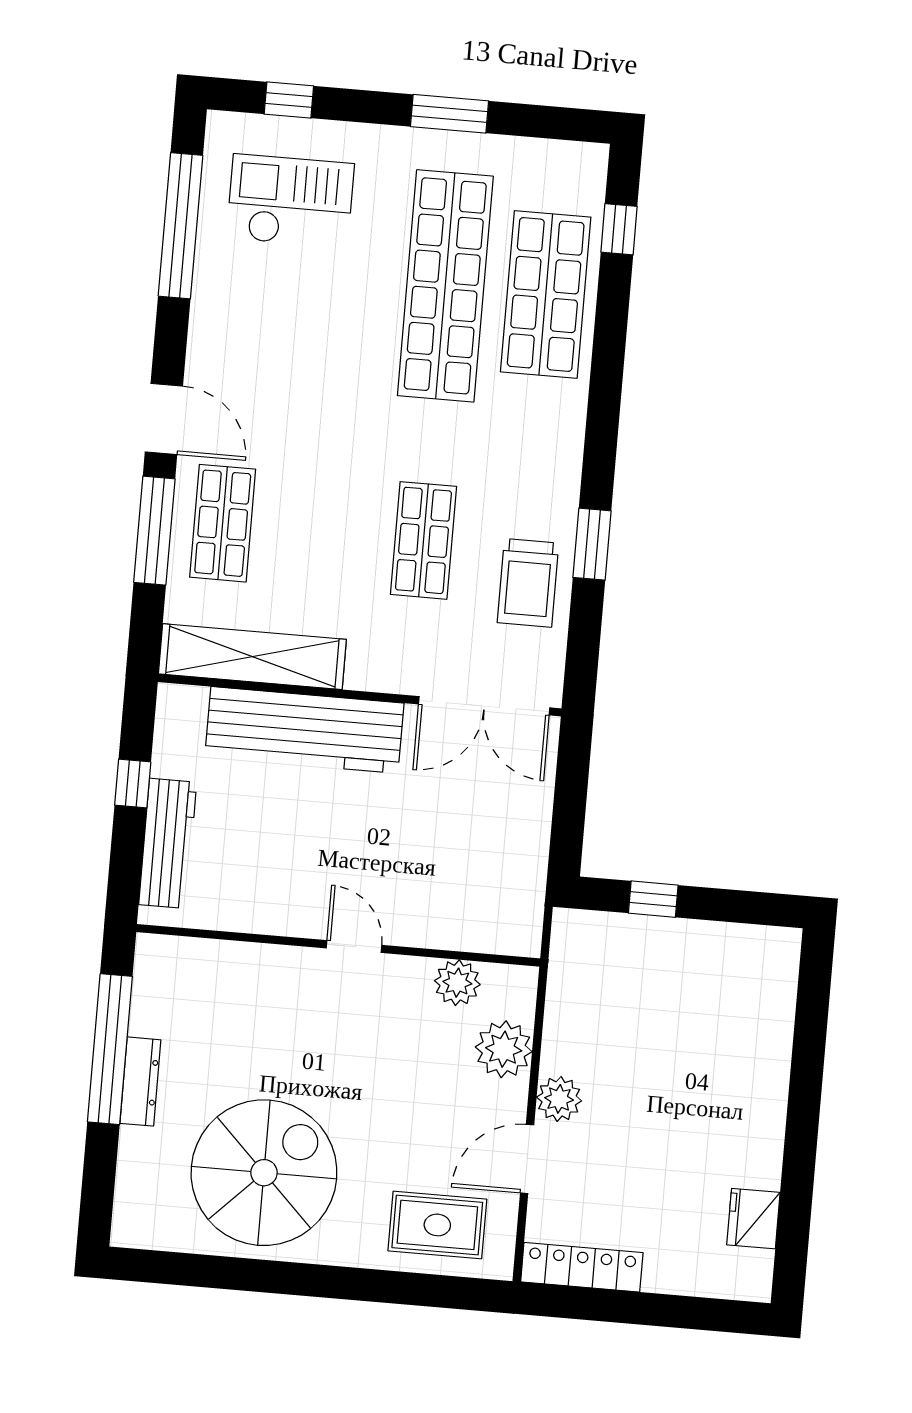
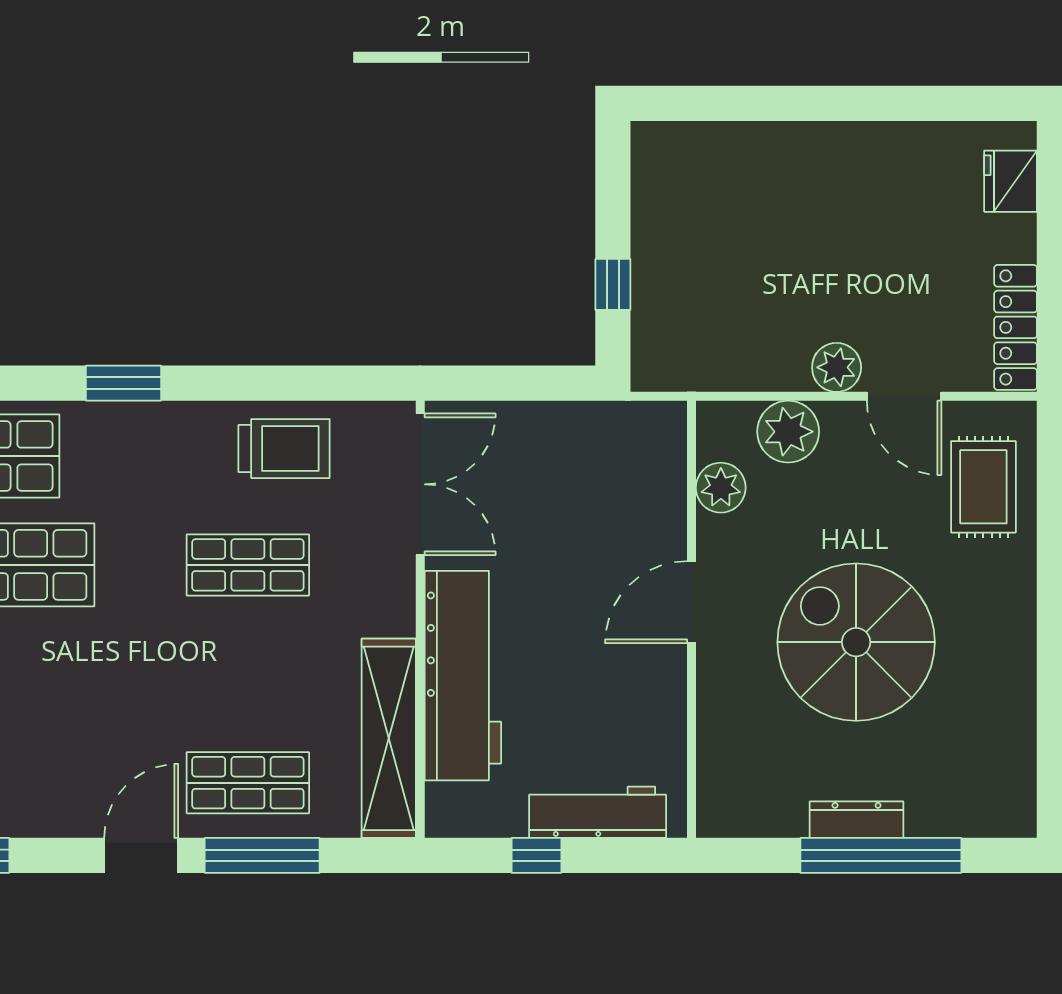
window: (592, 544) -> (124, 383), moved
door: (354, 947) -> (691, 602), width x1.38
window: (110, 1049) -> (881, 855), moved
spiral stairs: (264, 1173) -> (856, 642), moved
fridge: (753, 1219) -> (1011, 181), moved, turned 90

